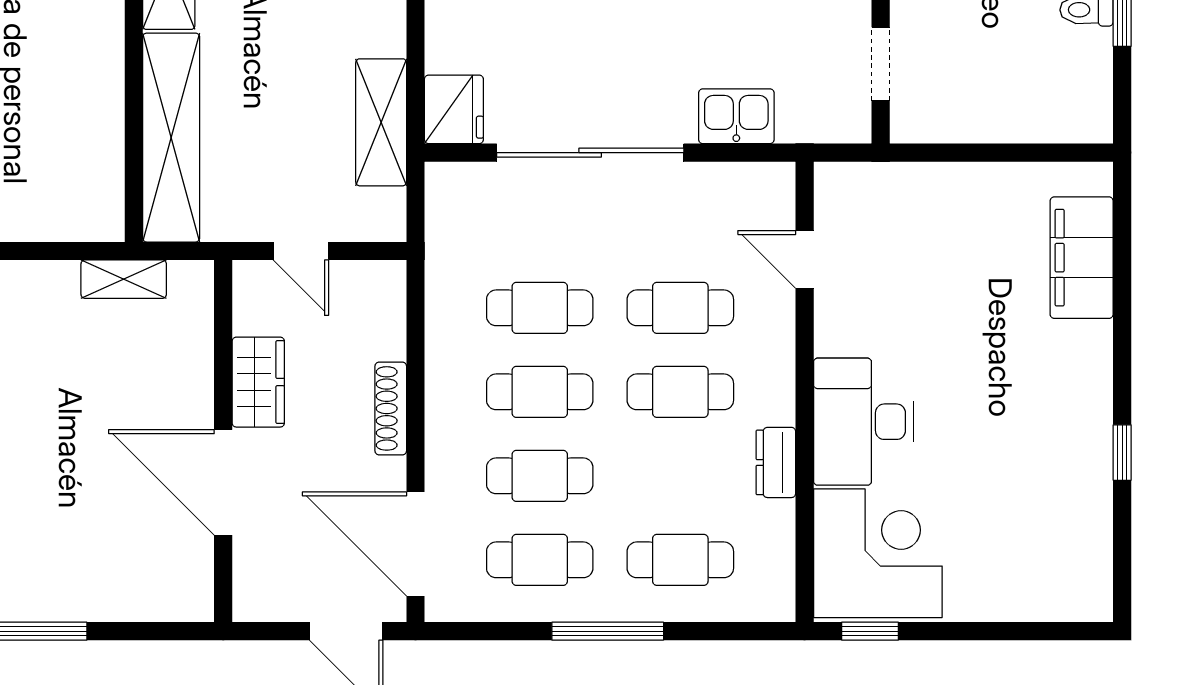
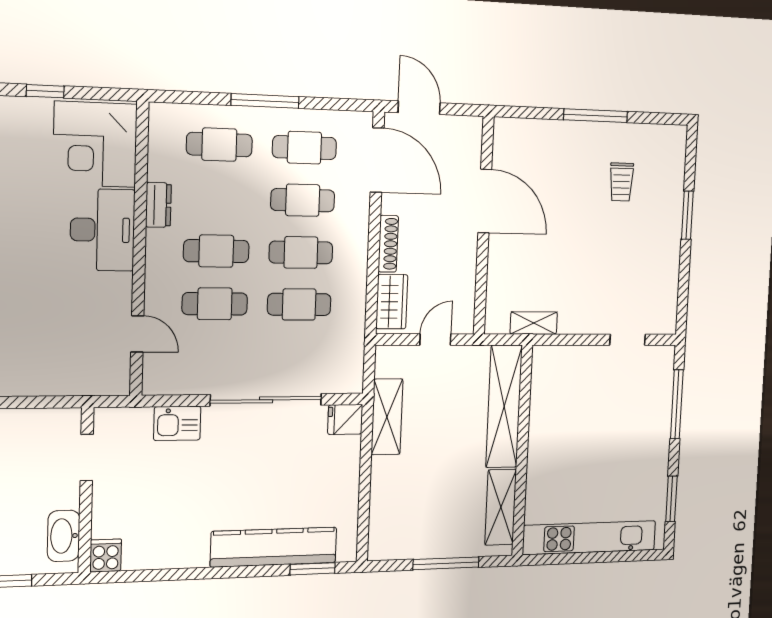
fridge: (454, 109) -> (345, 419), width x0.72
door: (301, 251) -> (435, 340), hinge flipped
wardrobe: (258, 382) -> (392, 302), moved, turned 180
window: (870, 631) -> (45, 91), moved

